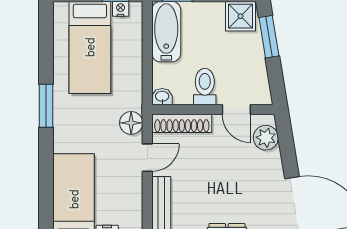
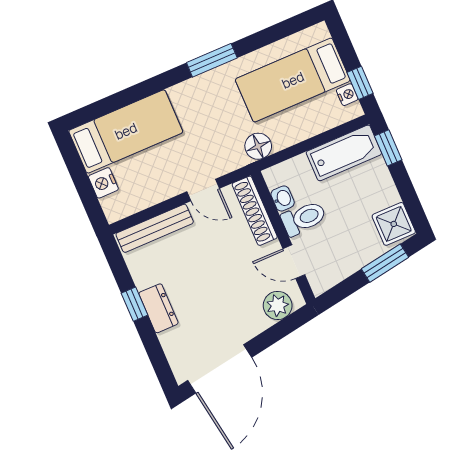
washbasin: (162, 97) -> (283, 198), moved
door: (236, 109) -> (294, 262), hinge flipped
floor lamp: (131, 123) -> (258, 146), moved

